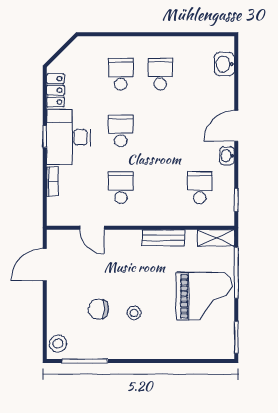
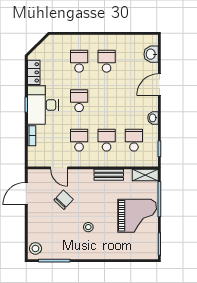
door: (236, 126) -> (159, 85), moved
school desk: (160, 188) -> (107, 140), added
chair: (98, 309) -> (64, 200), moved, turned 133

